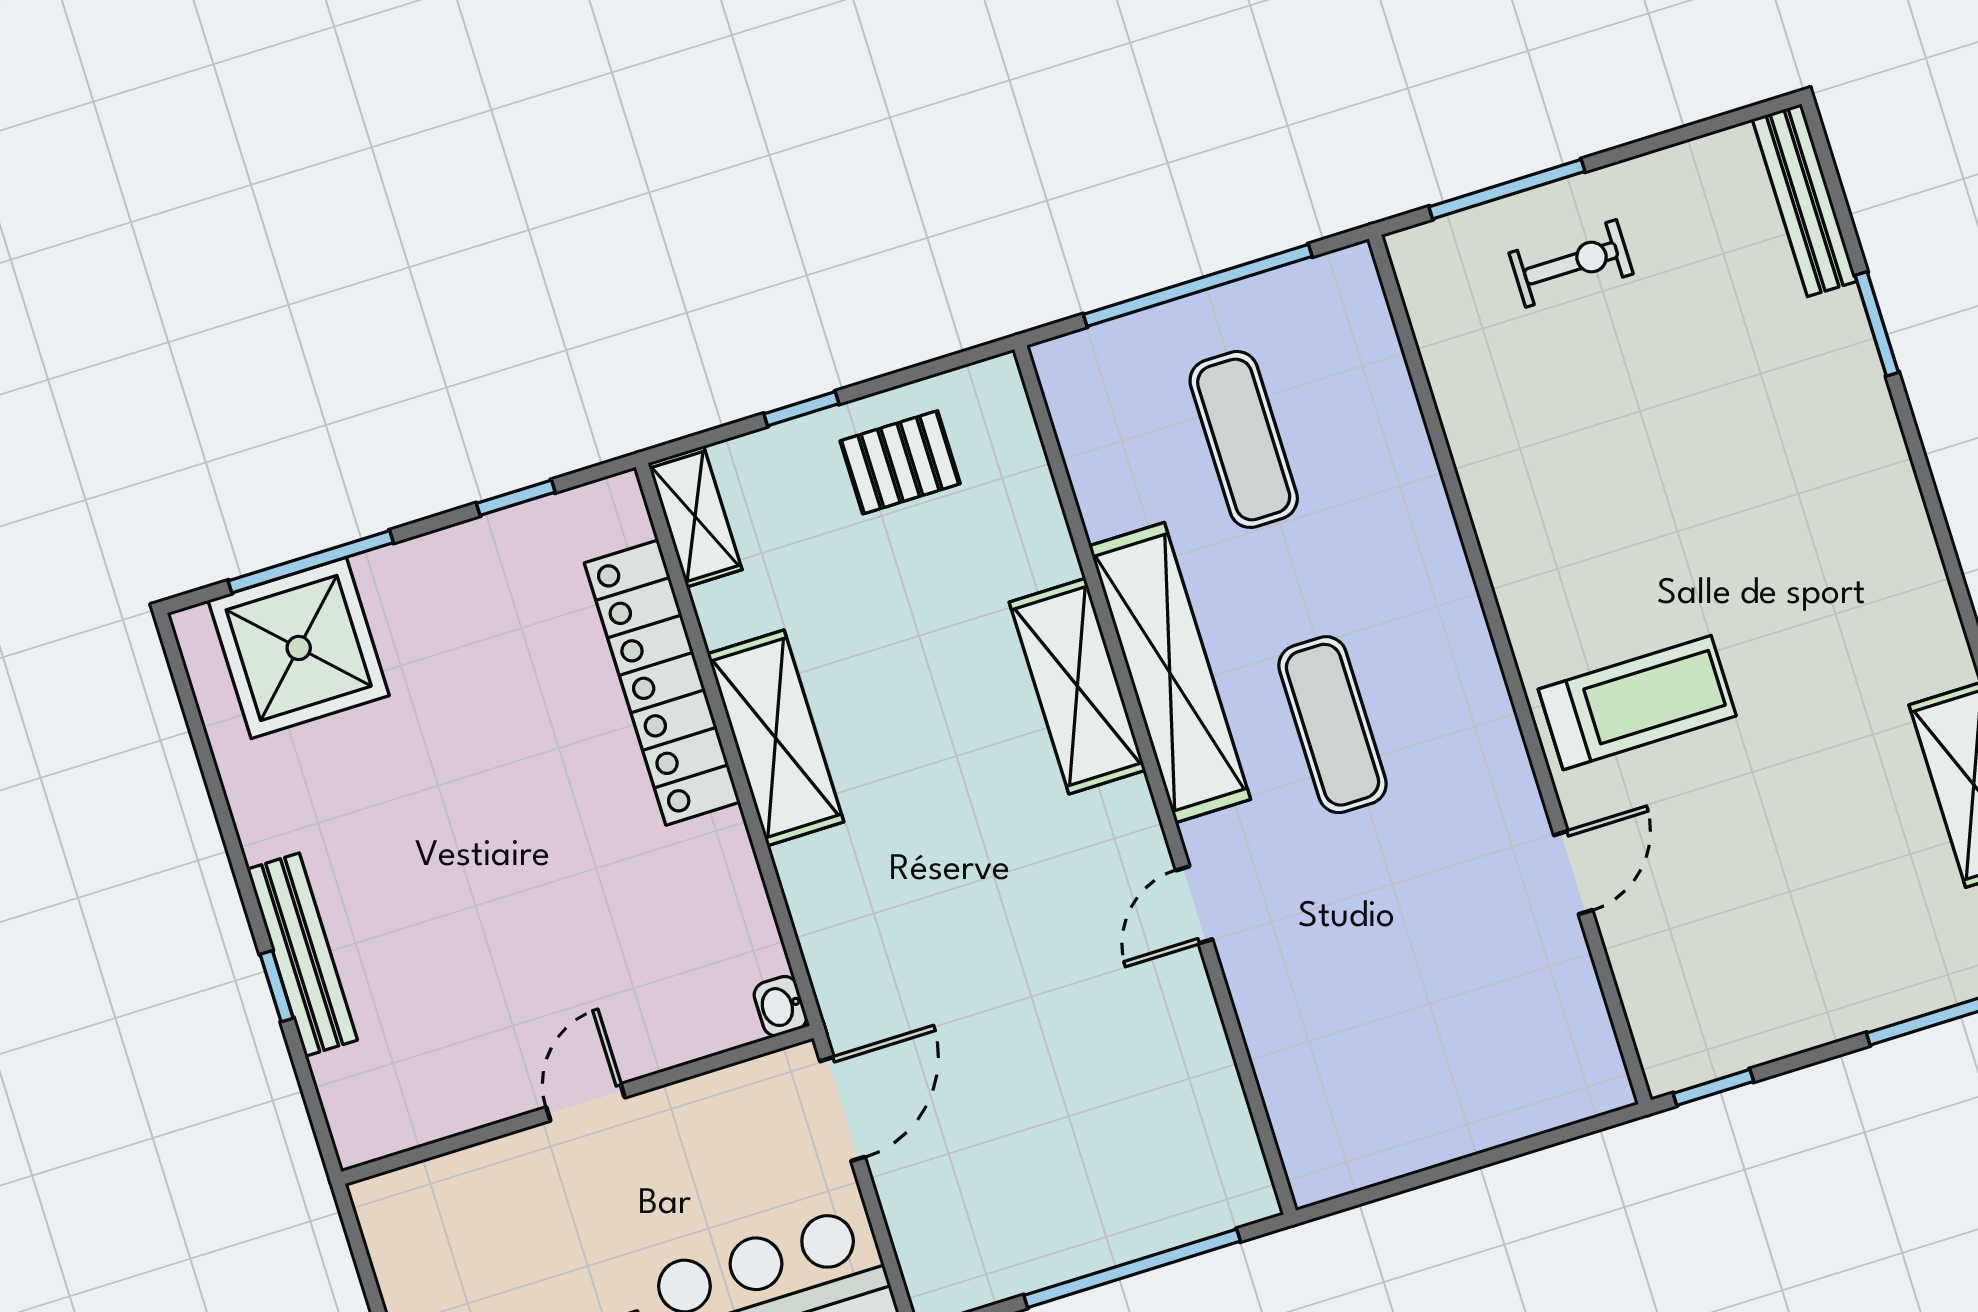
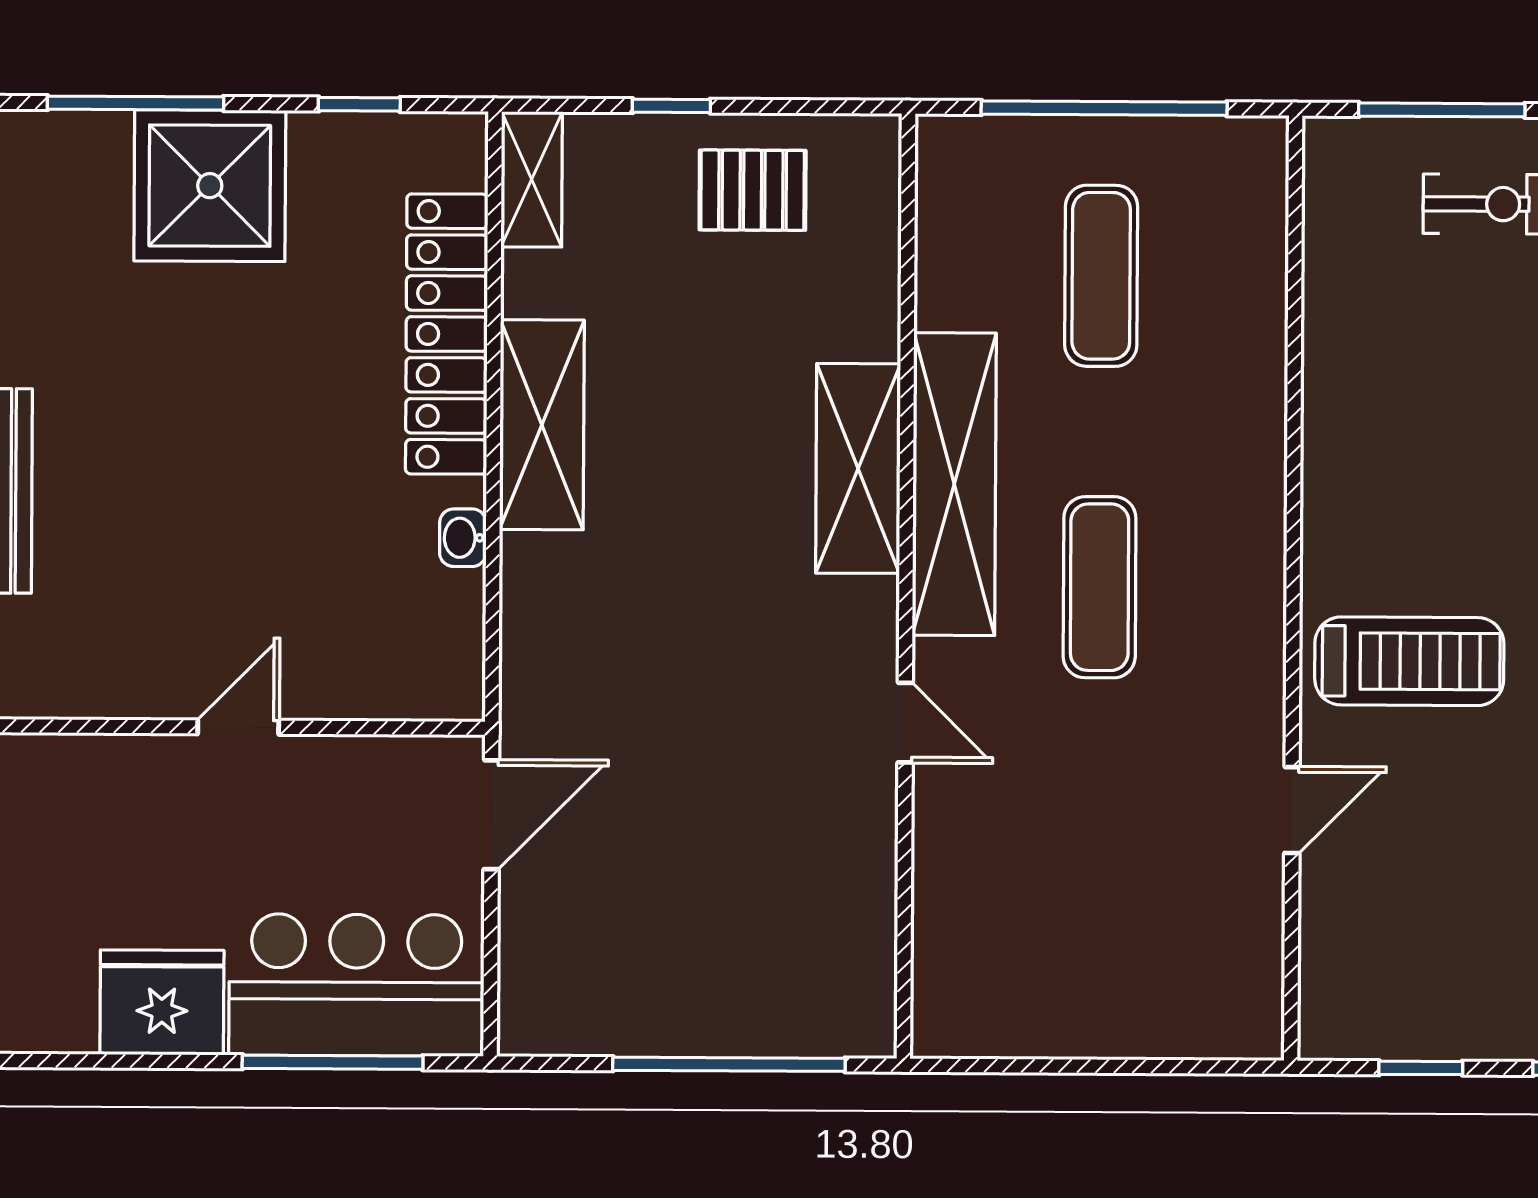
shower: (299, 648) -> (210, 186), moved
door: (1194, 905) -> (905, 723), swing flipped
washbasin: (780, 1006) -> (463, 538), moved
window: (1713, 1087) -> (1421, 1068), moved

